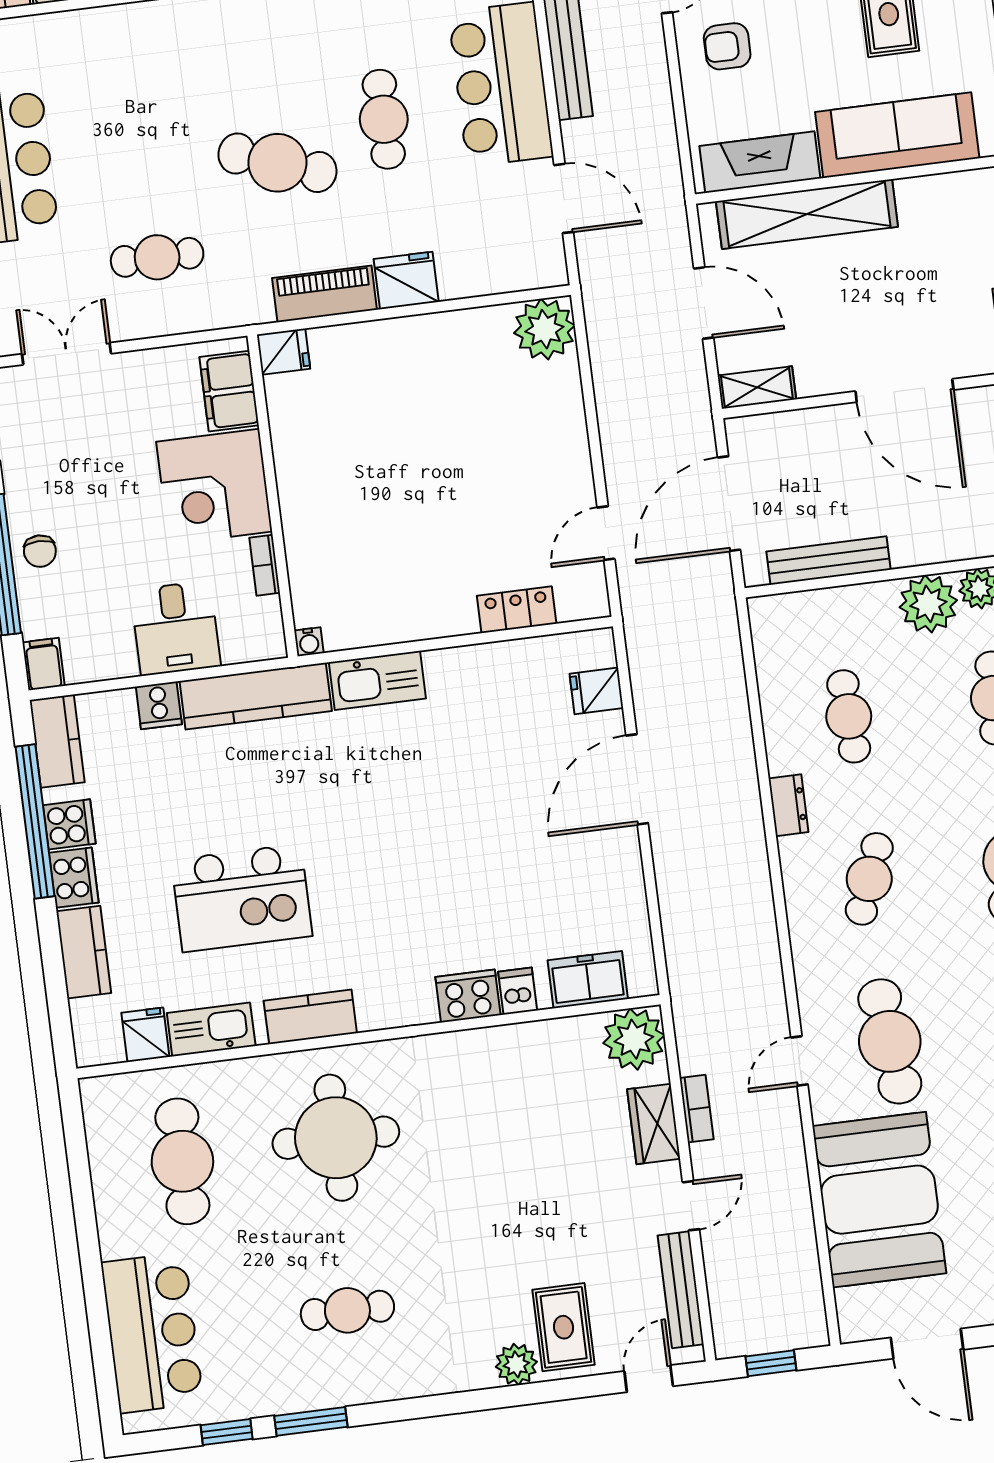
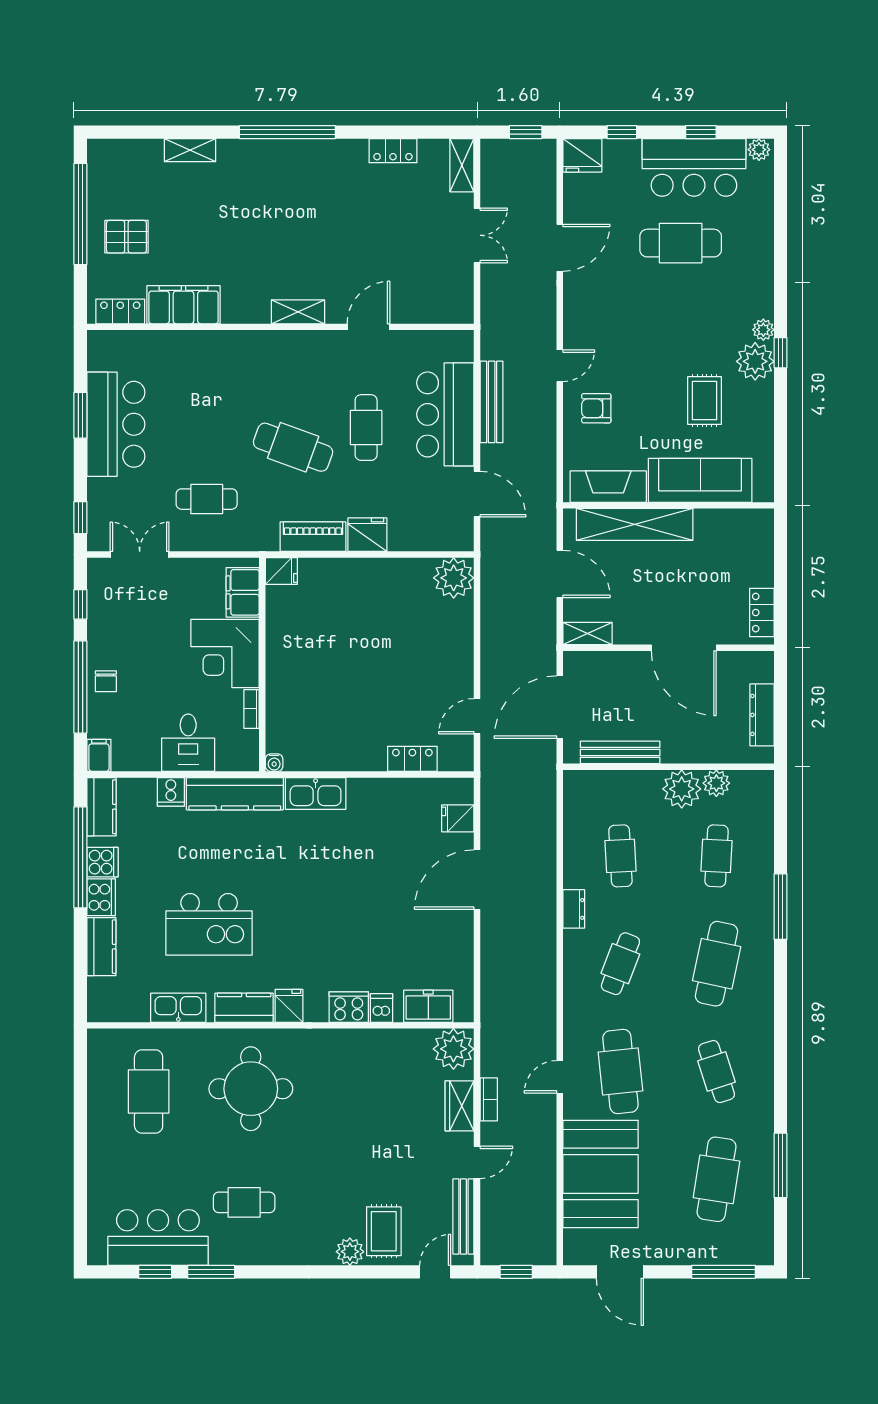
fridge: (145, 1035) -> (289, 1006), moved
bar counter: (152, 1333) -> (158, 1238), moved, turned -90

